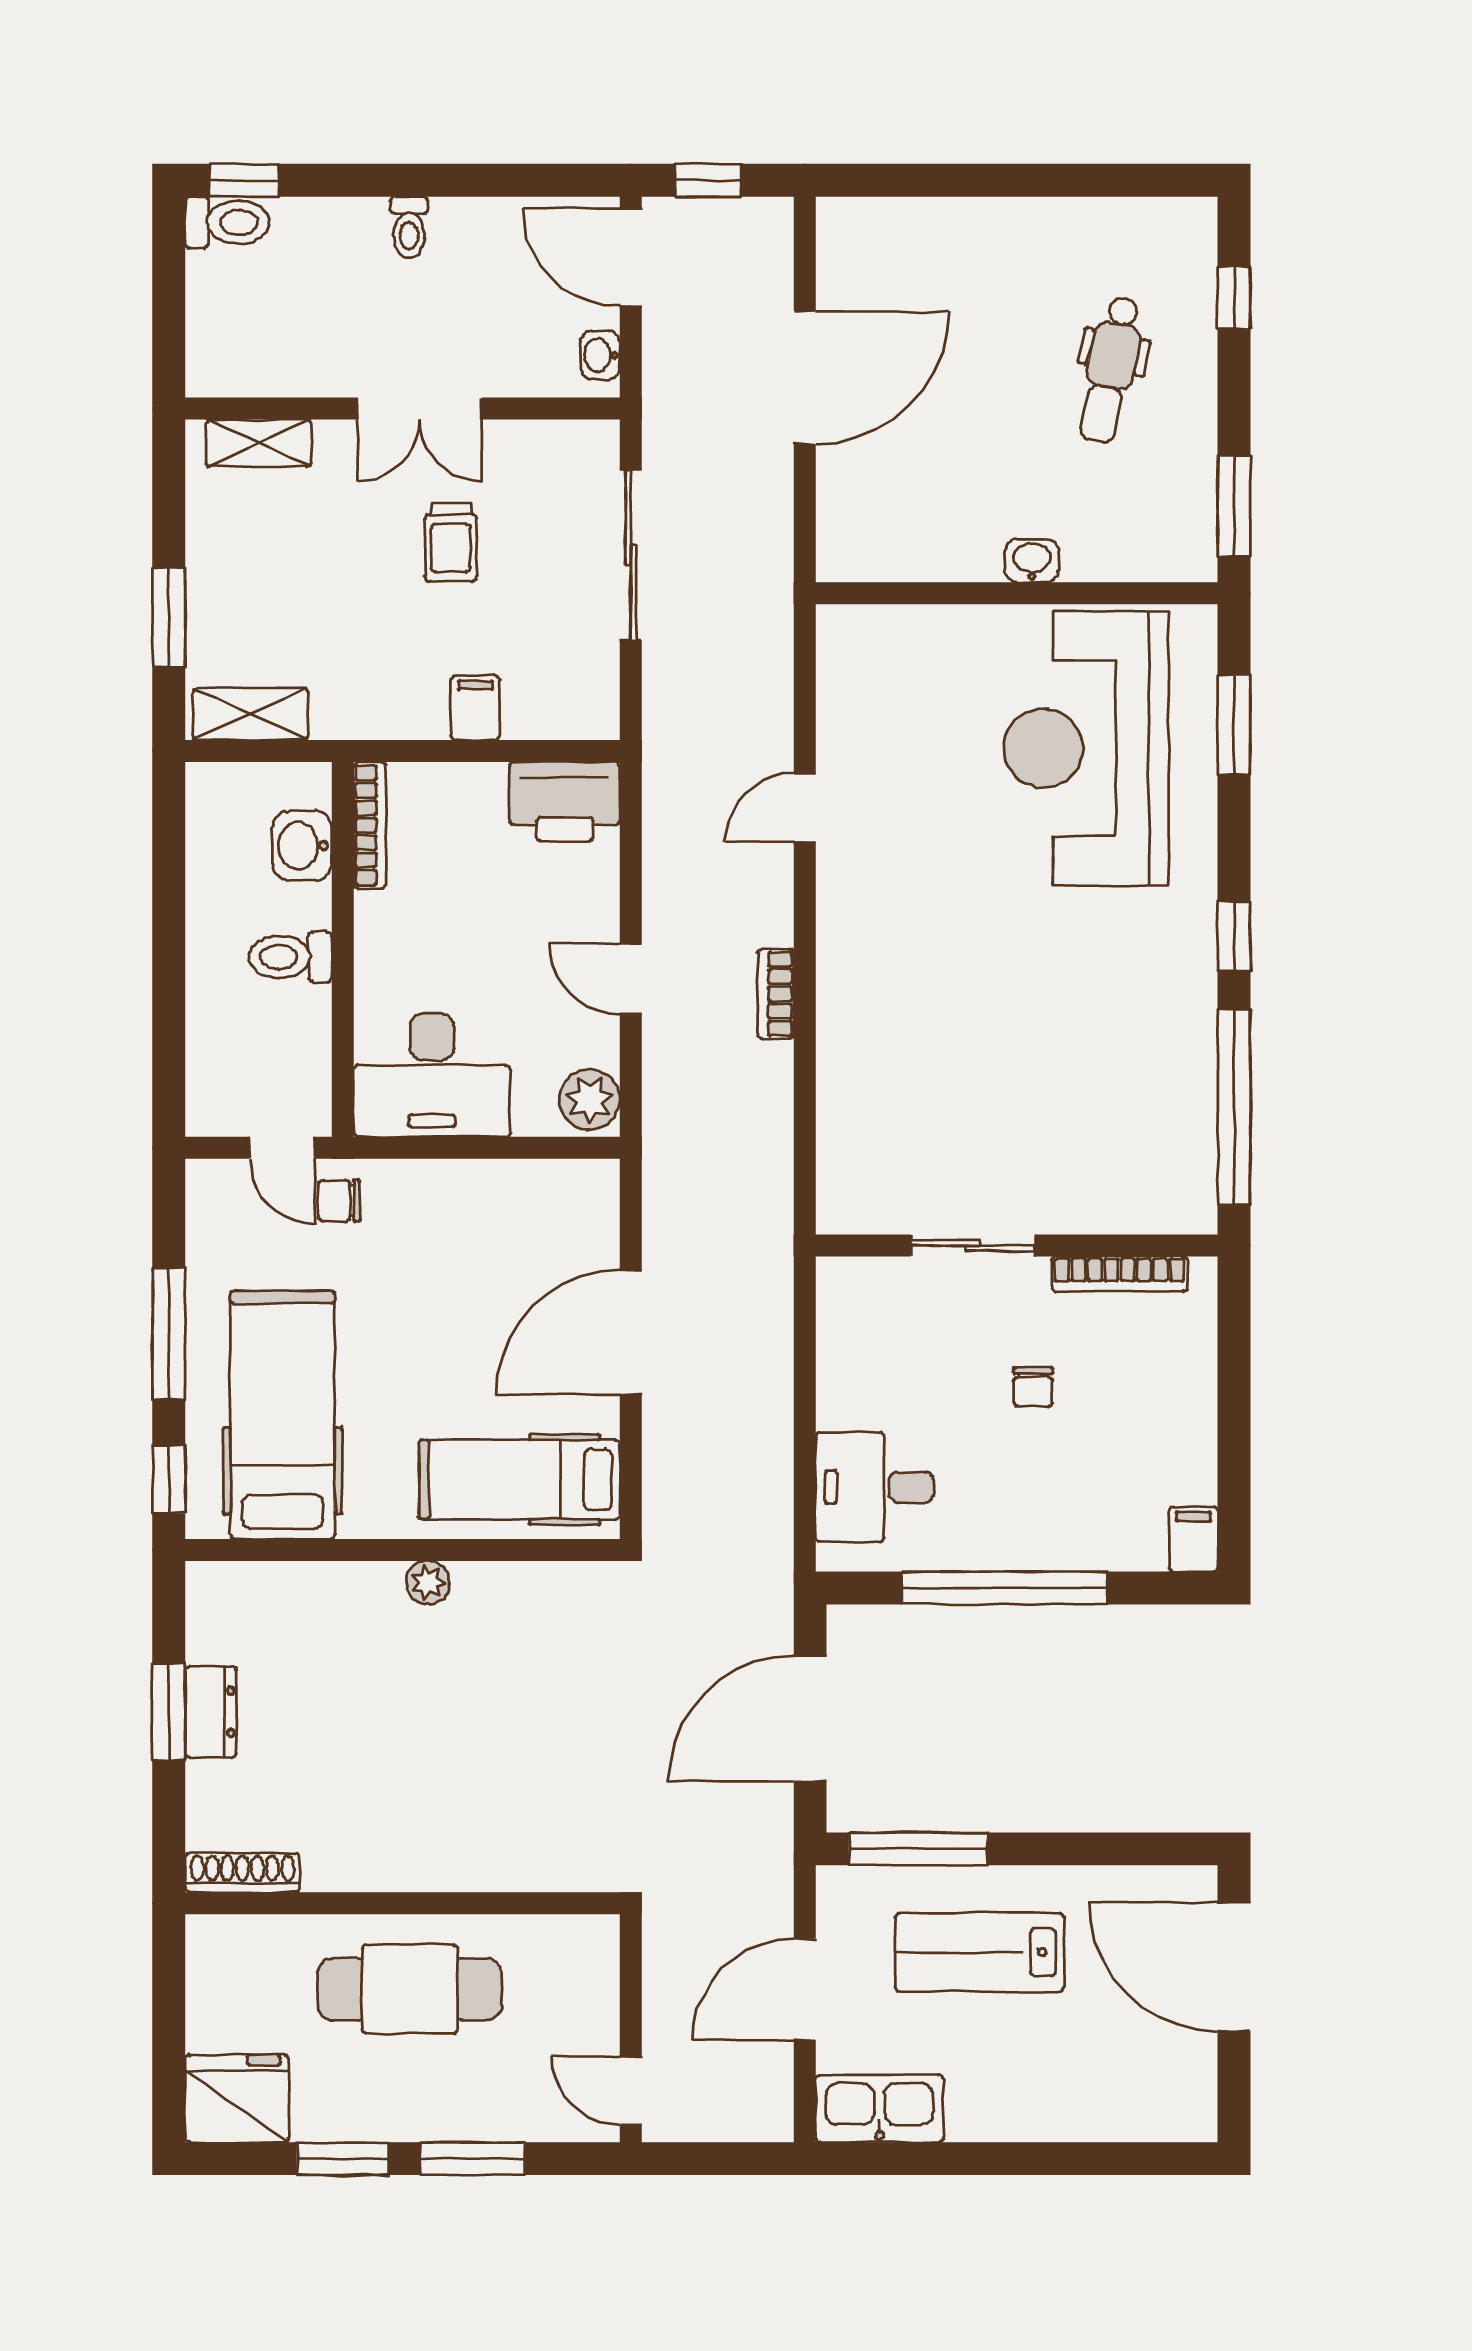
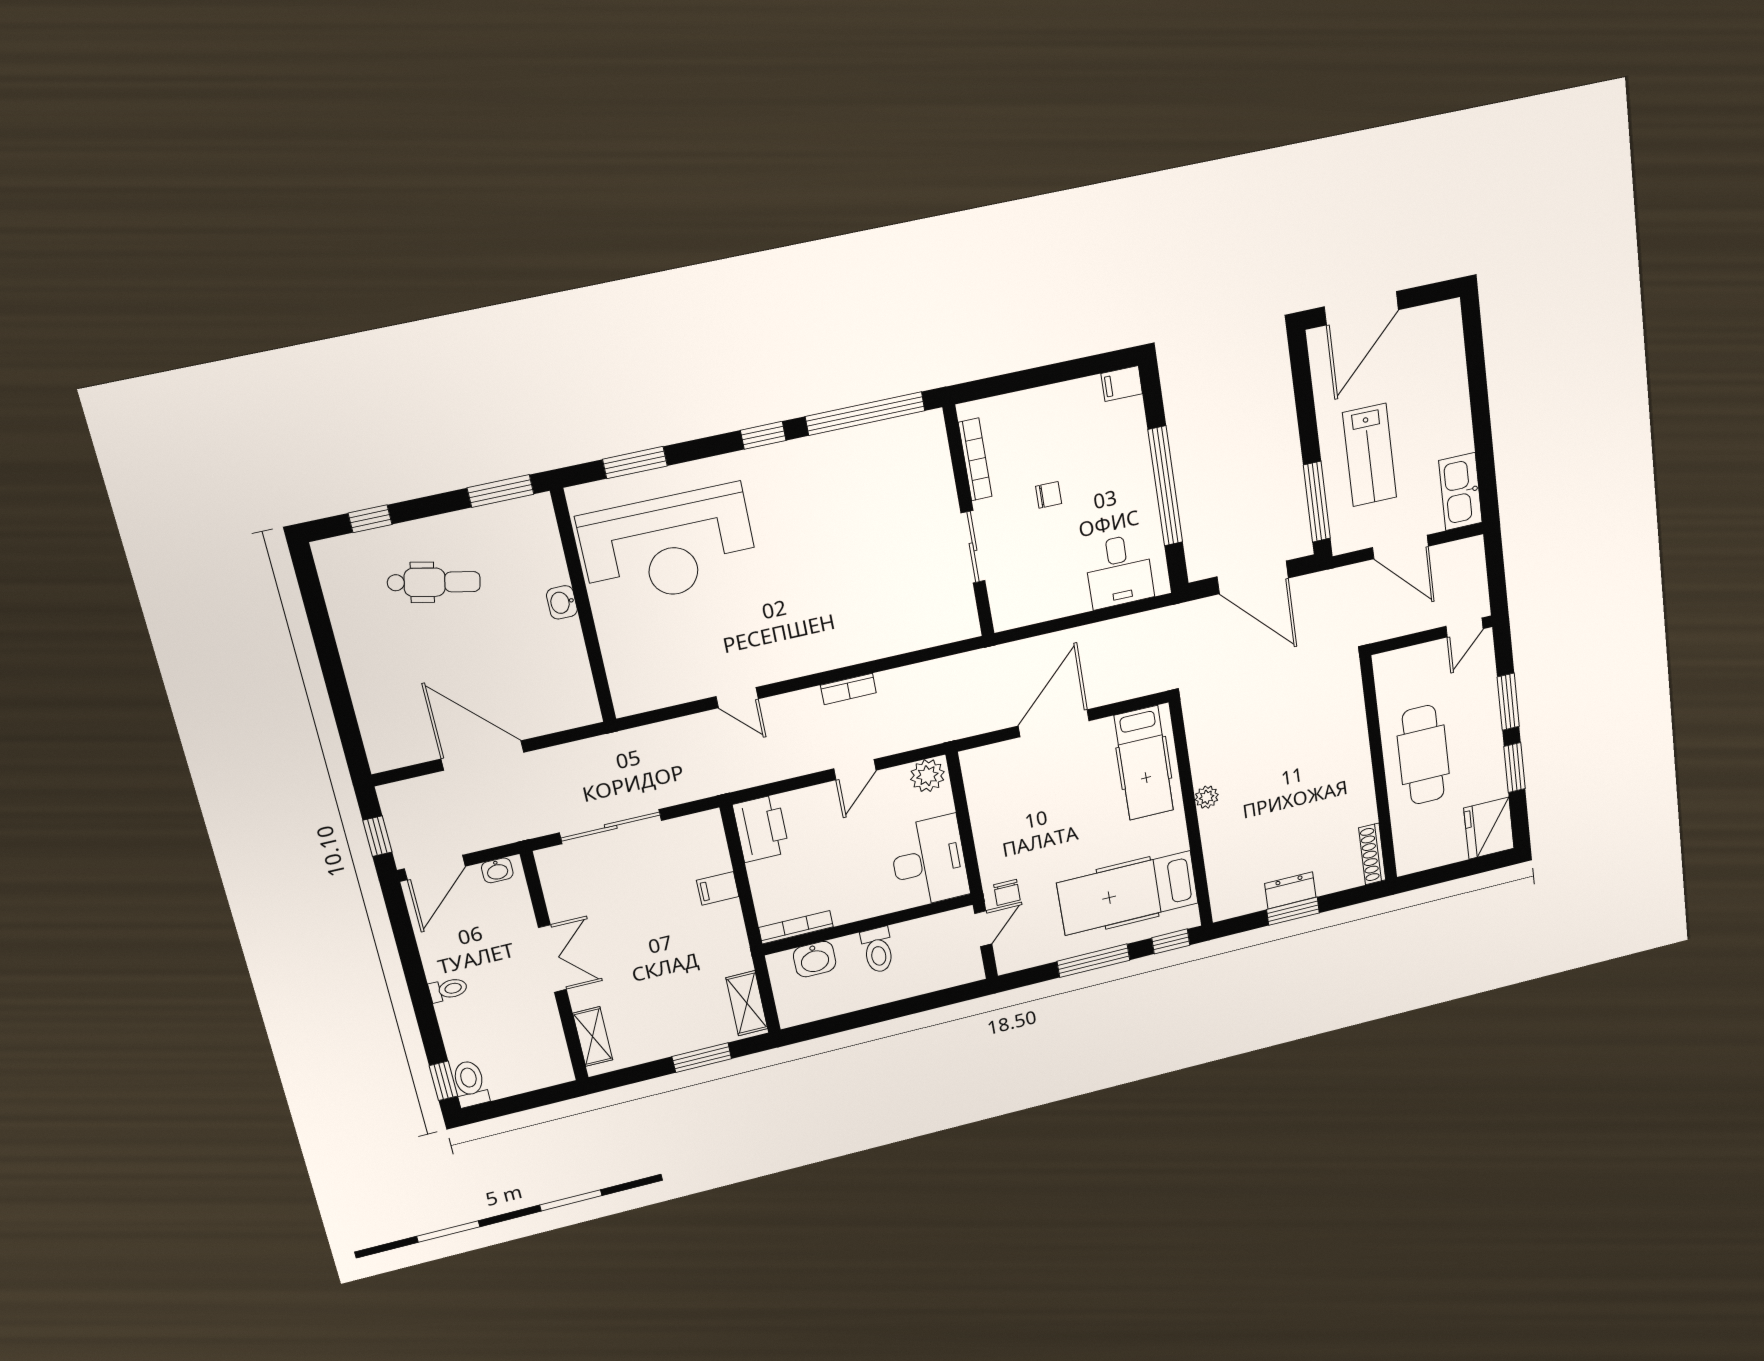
trolley: (451, 542) -> (626, 924), removed
door: (631, 1332) -> (1054, 723), swing flipped

